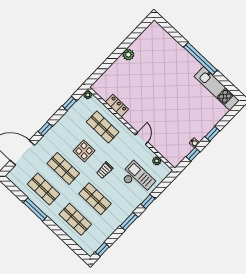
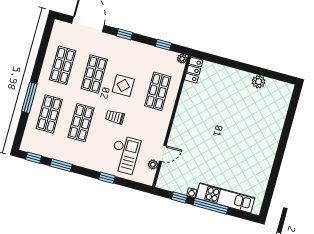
plant: (128, 55) -> (259, 82), moved
window: (200, 59) -> (280, 153), removed
kitchen unit: (217, 88) -> (225, 198), moved, turned 90
locker: (117, 106) -> (194, 70), moved
window: (212, 134) -> (211, 206), width x2.17
door: (142, 139) -> (163, 153), moved
window: (35, 209) -> (29, 98), moved
window: (129, 221) -> (61, 165), moved

